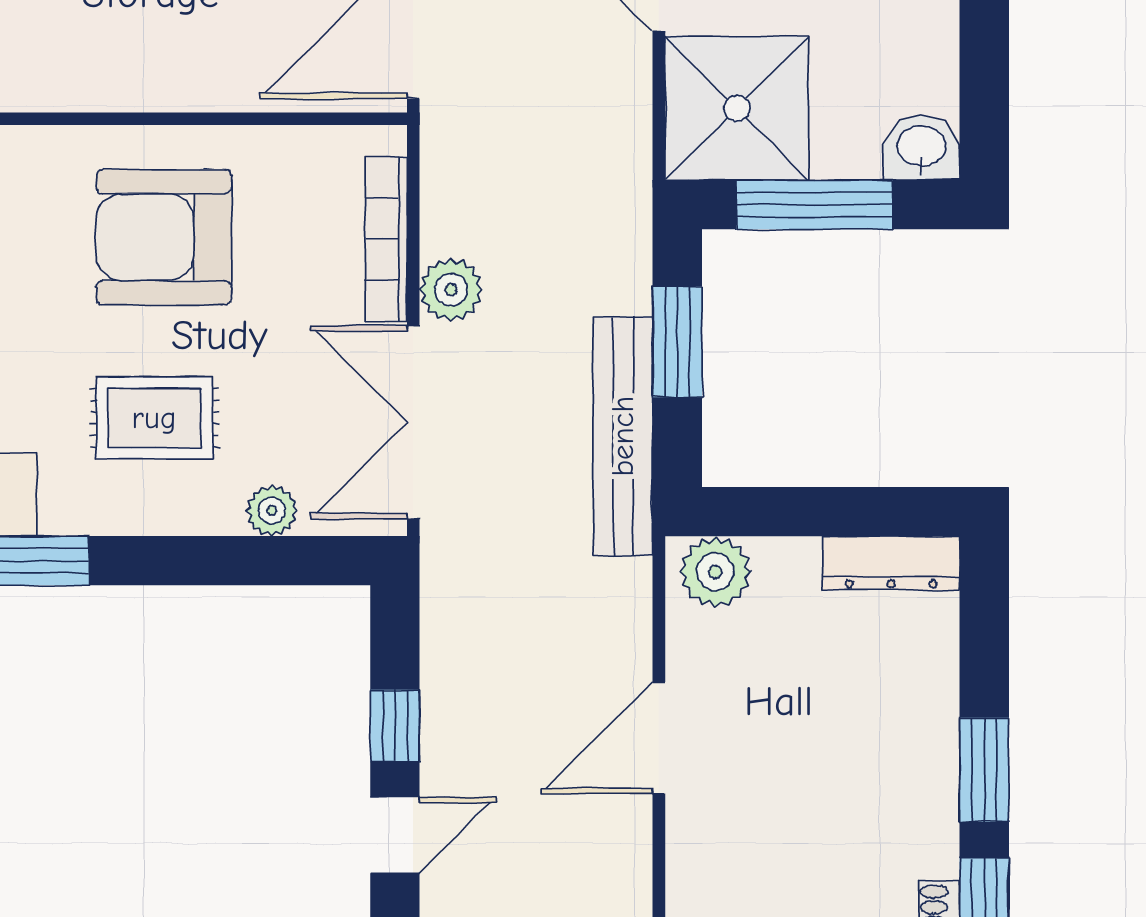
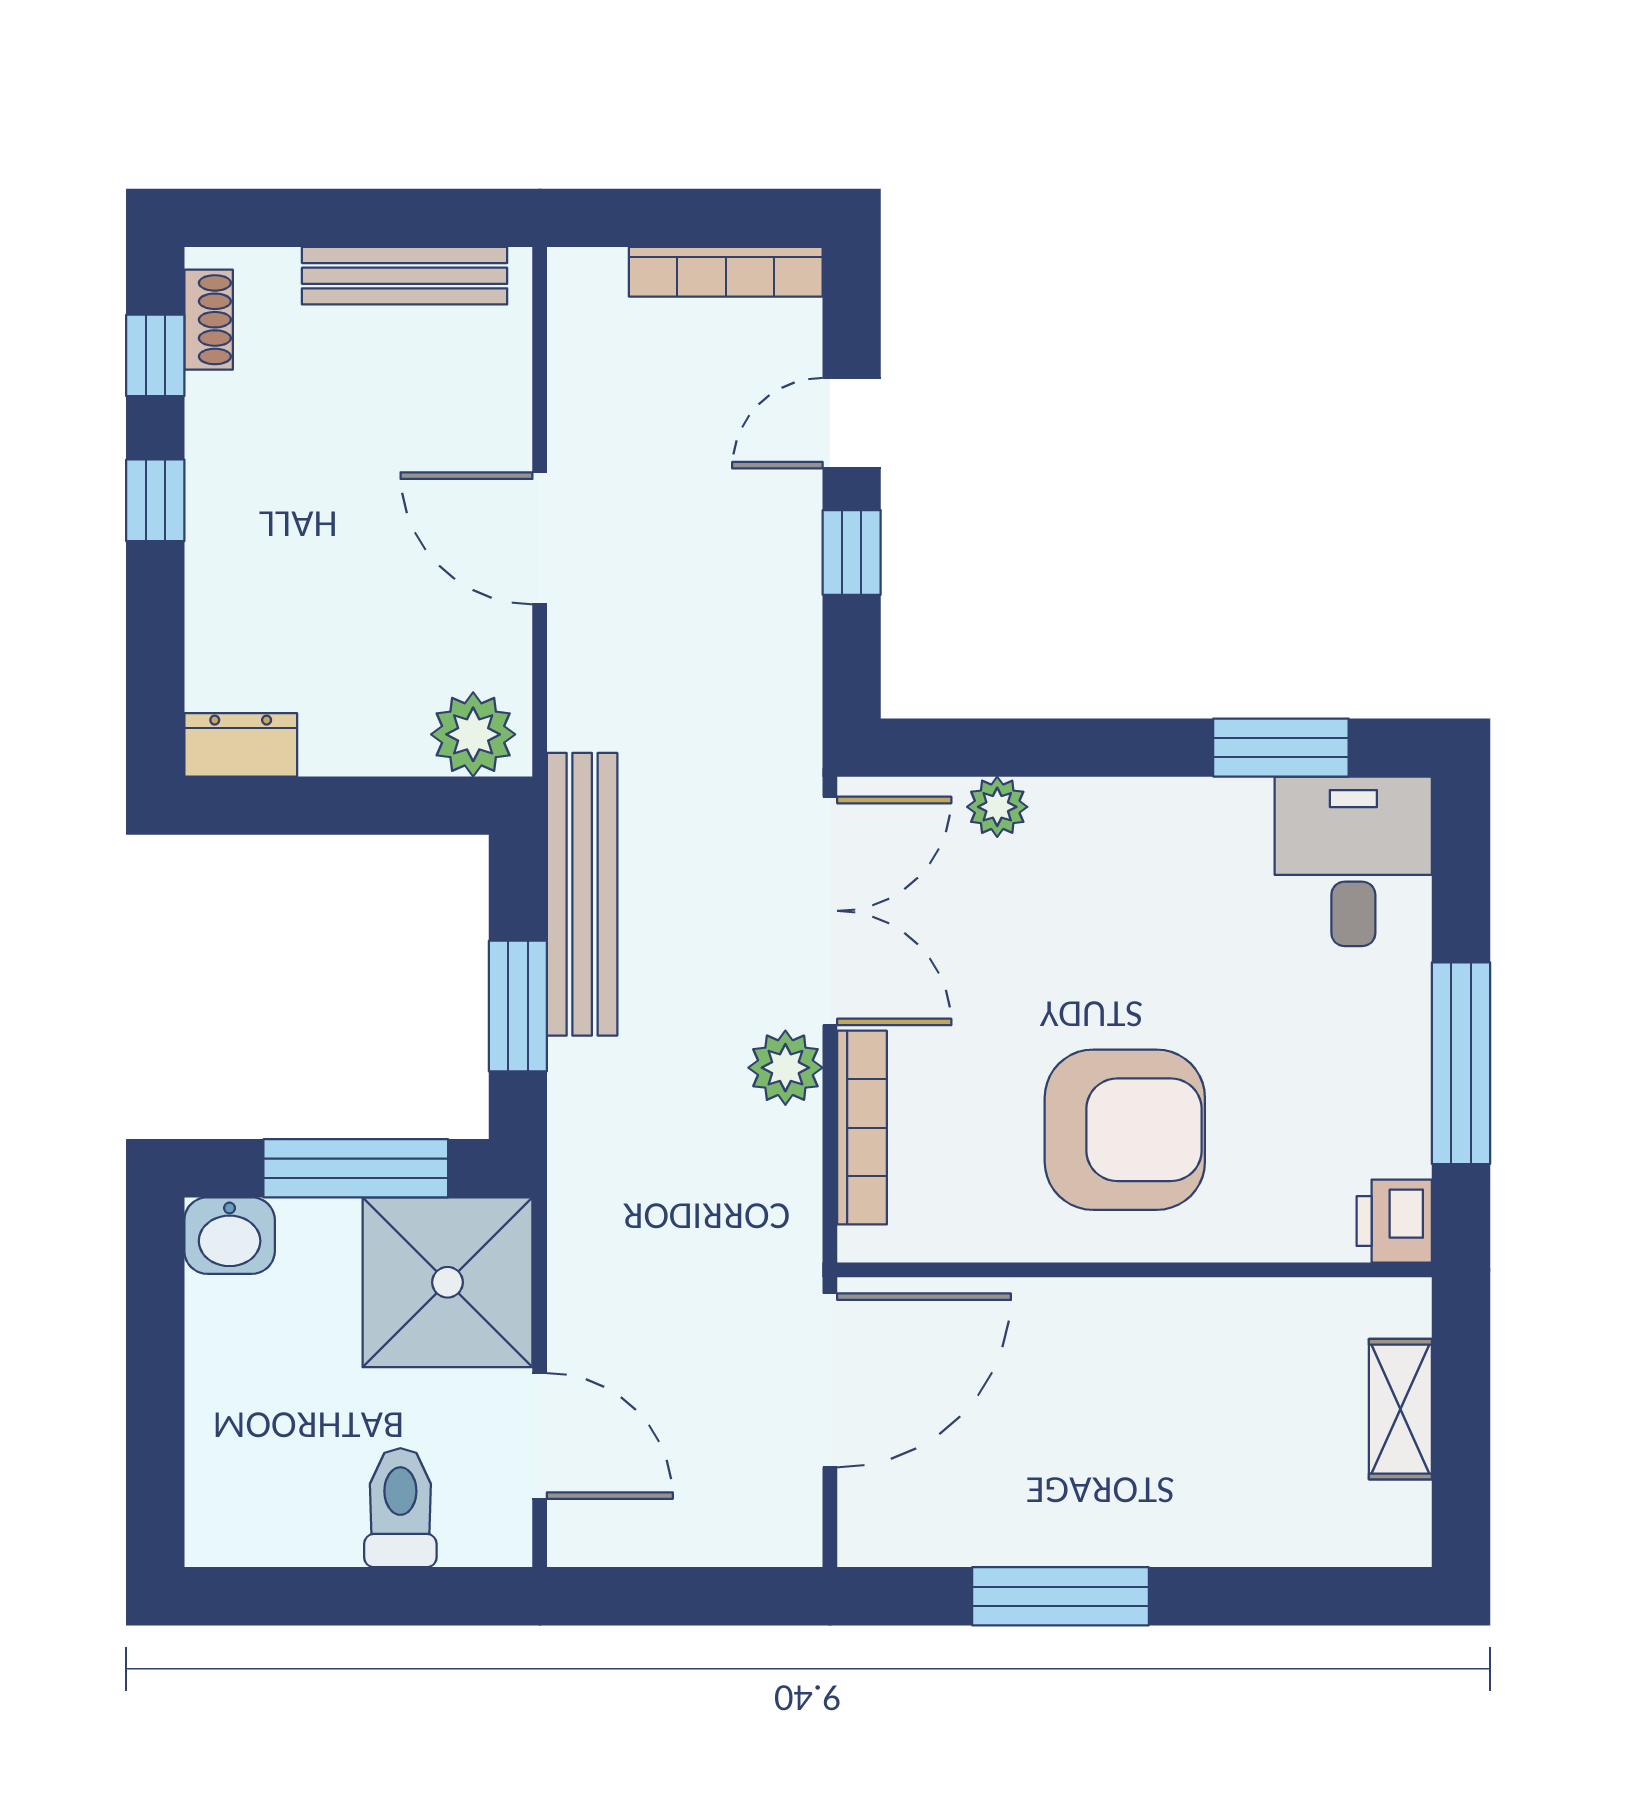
rug: (154, 418) -> (1136, 916), removed
dresser: (891, 563) -> (241, 745), width x0.70
door: (659, 738) -> (540, 538), swing flipped
window: (984, 770) -> (155, 500), width x0.67

